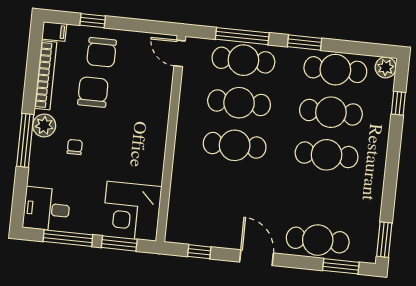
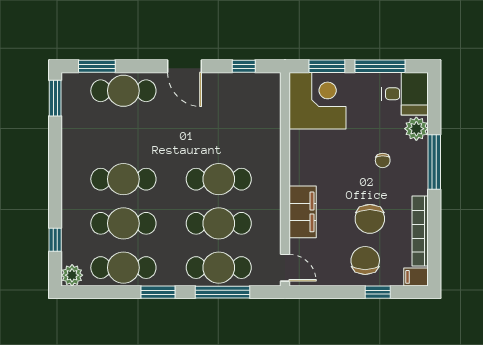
filing cabinet: (157, 105) -> (303, 212), added
plant: (44, 125) -> (416, 129), moved

